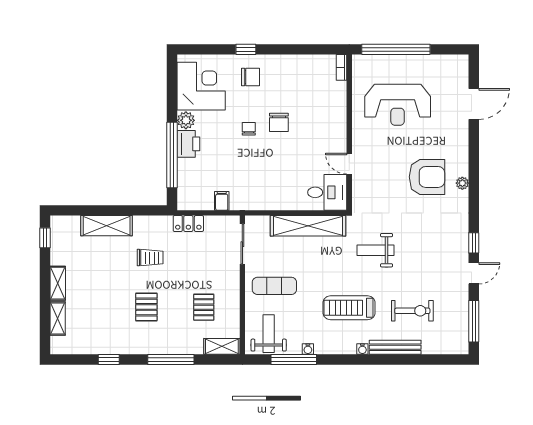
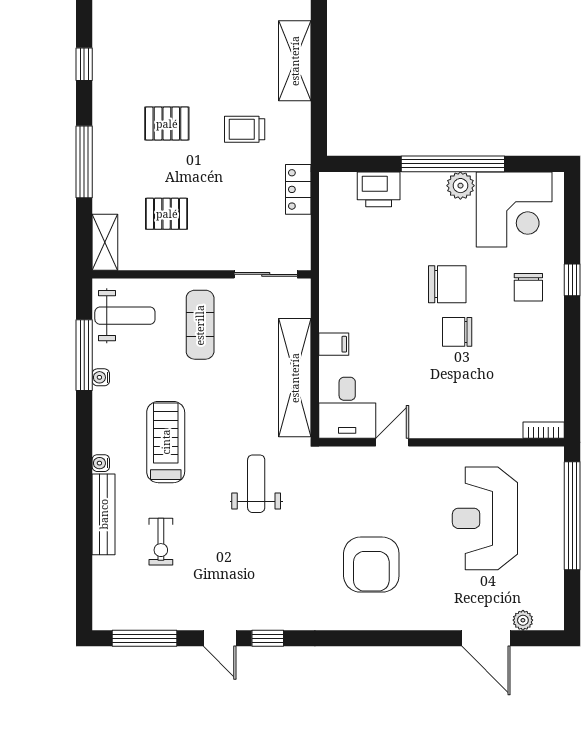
chair: (249, 129) -> (447, 284), width x1.87, depth x1.87
printer: (188, 144) -> (379, 189), moved
window: (172, 155) -> (453, 164), moved
plant: (462, 183) -> (523, 620), moved
filing cabinet: (222, 201) -> (334, 344), moved
trolley: (150, 258) -> (245, 129), turned 90
exercise bike: (412, 311) -> (161, 542), width x0.73, depth x0.72

